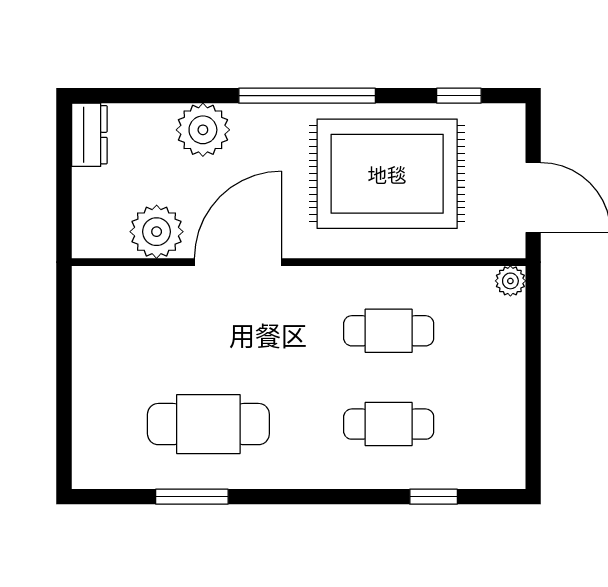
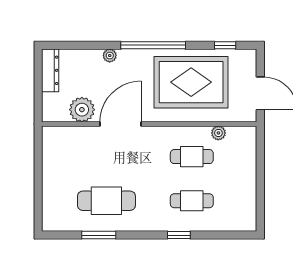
plant: (203, 130) -> (110, 56), width x0.53, depth x0.53
dresser: (89, 135) -> (50, 70), width x1.44
plant: (510, 281) -> (218, 133), moved
window: (434, 497) -> (179, 235), moved

